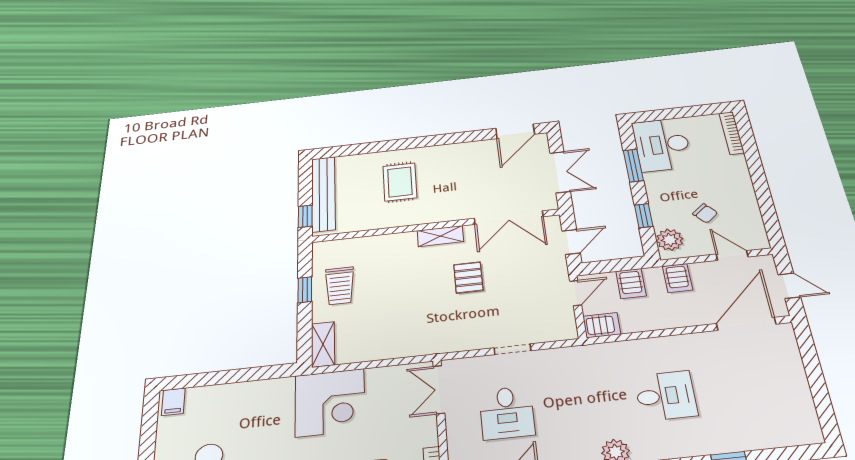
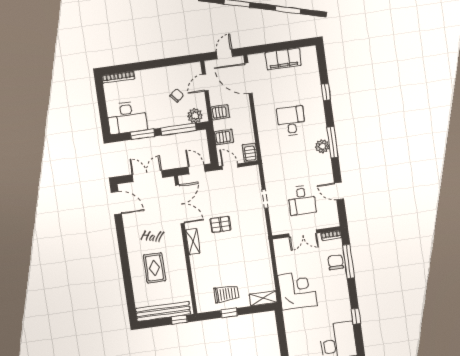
rug: (400, 182) -> (154, 268), turned 90
window: (644, 216) -> (178, 129), width x2.17
filing cabinet: (791, 383) -> (283, 59), added
double door: (439, 390) -> (303, 233), moved
desk: (507, 413) -> (302, 200), turned 90

